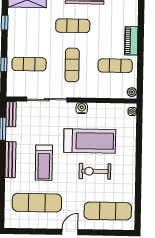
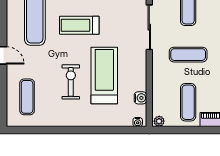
water cooler: (82, 108) -> (140, 98), moved
treadmill: (90, 141) -> (104, 75), turned 180
exercise mat: (108, 211) -> (27, 97), width x0.73, depth x0.69

